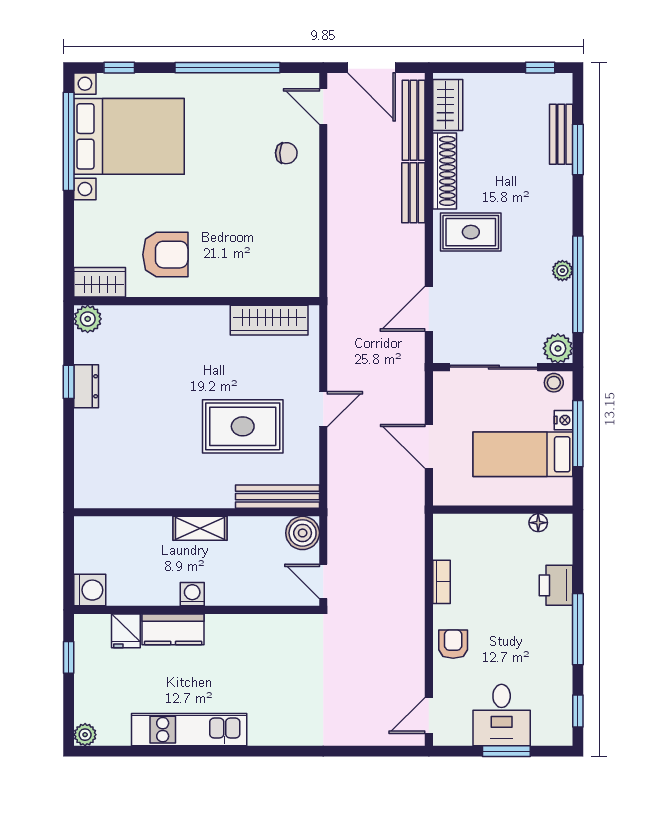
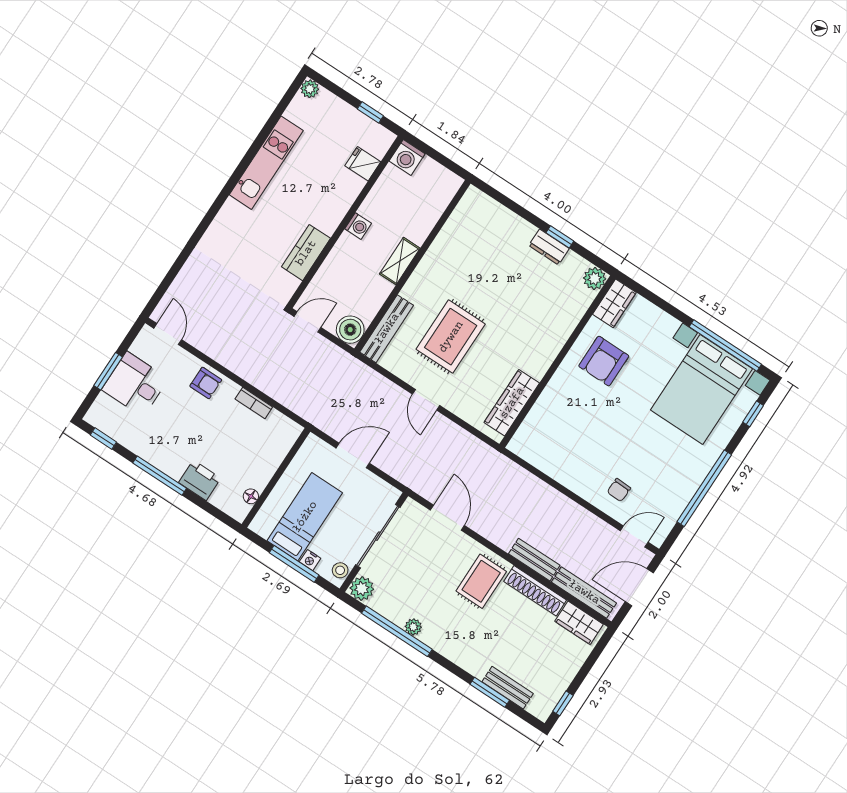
kitchen counter: (173, 629) -> (306, 253), moved

